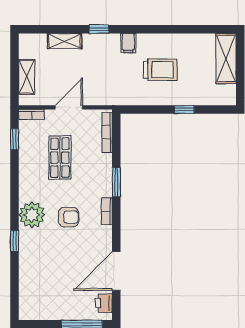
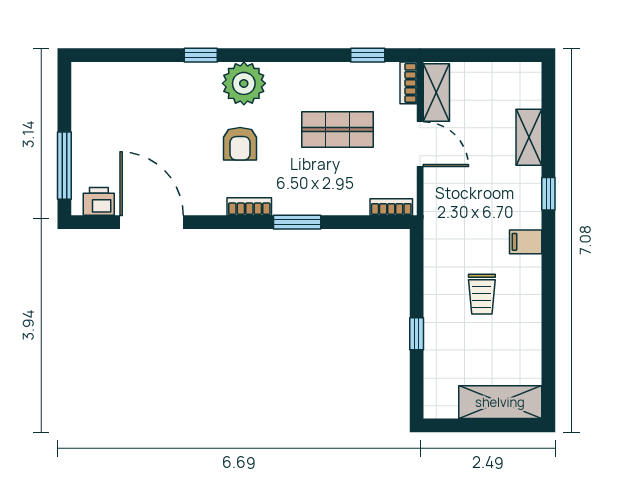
trolley: (160, 70) -> (482, 294), width x0.73, depth x0.72
shelving: (27, 77) -> (436, 92), moved, turned 90
bookcase: (107, 132) -> (391, 207), width x0.64

